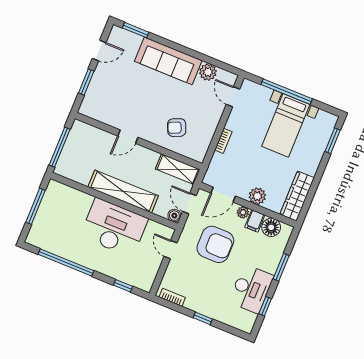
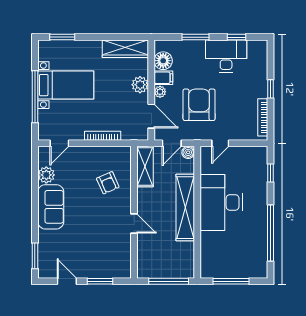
sofa: (168, 61) -> (51, 207), width x0.73
bookcase: (223, 141) -> (103, 136), width x1.56
bookcase: (172, 297) -> (263, 117), width x1.56

